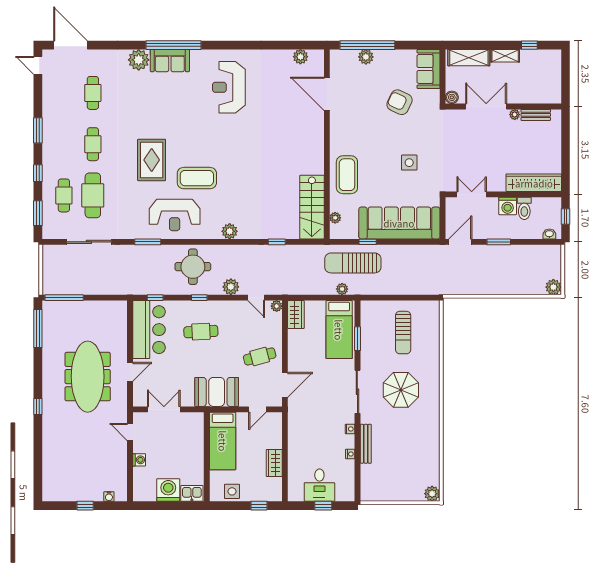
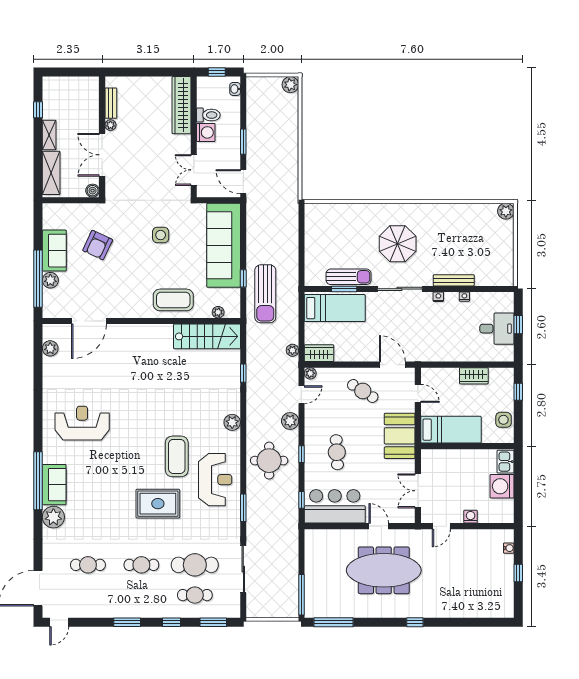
sofa: (428, 69) -> (54, 251), moved, turned -90
reception desk: (229, 87) -> (82, 423), turned 180
plant: (342, 289) -> (292, 350), moved
sun lounger: (403, 333) -> (349, 277), moved
cafe table: (260, 356) -> (363, 391), turned -43

